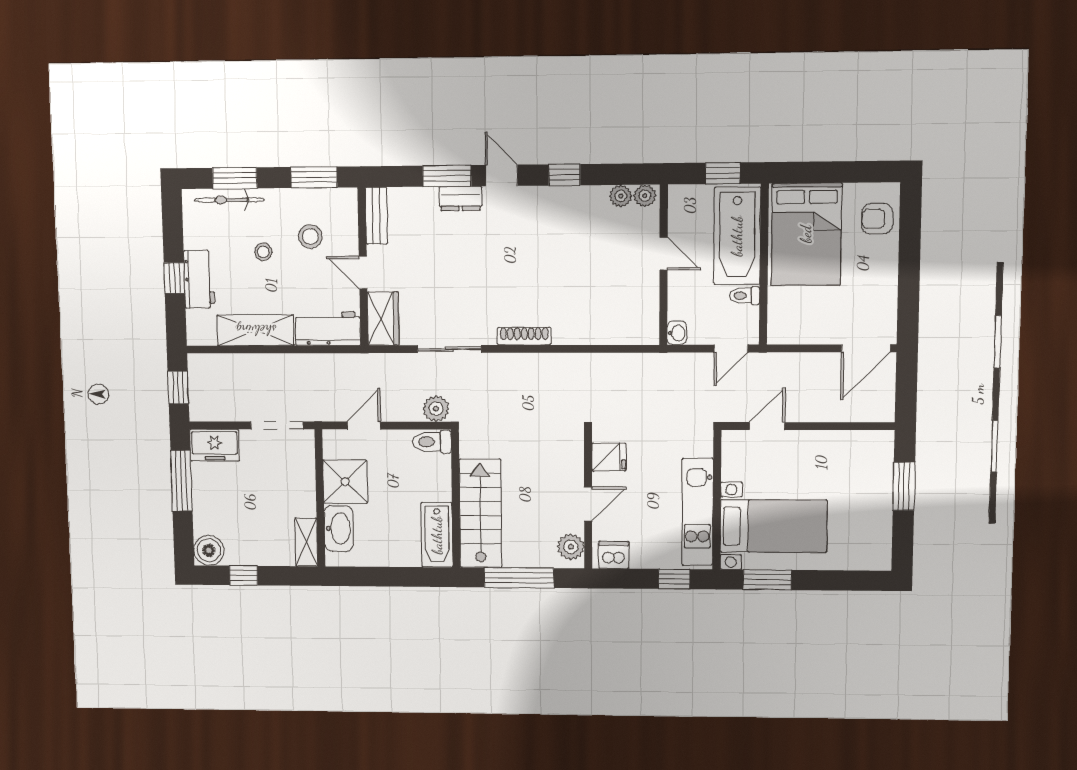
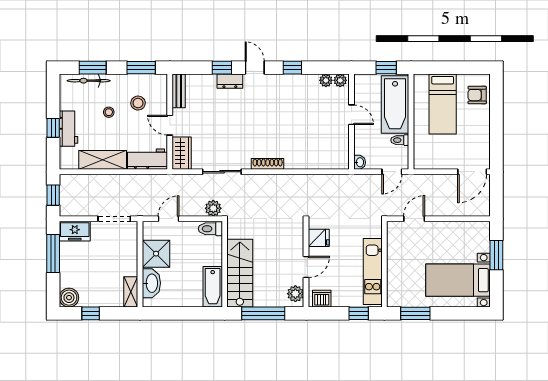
window: (447, 176) -> (222, 68), width x0.67
bed: (806, 234) -> (443, 104), width x0.67
bed with nightstands: (774, 526) -> (458, 280), moved, turned 180

